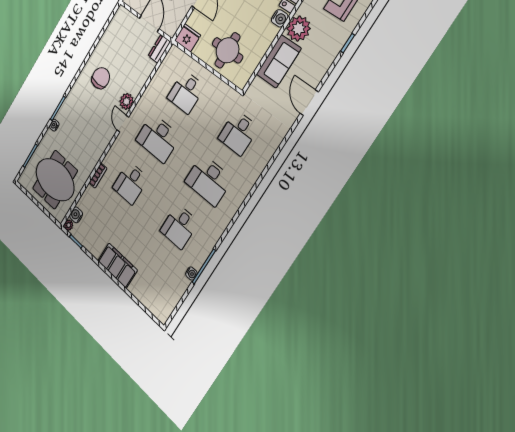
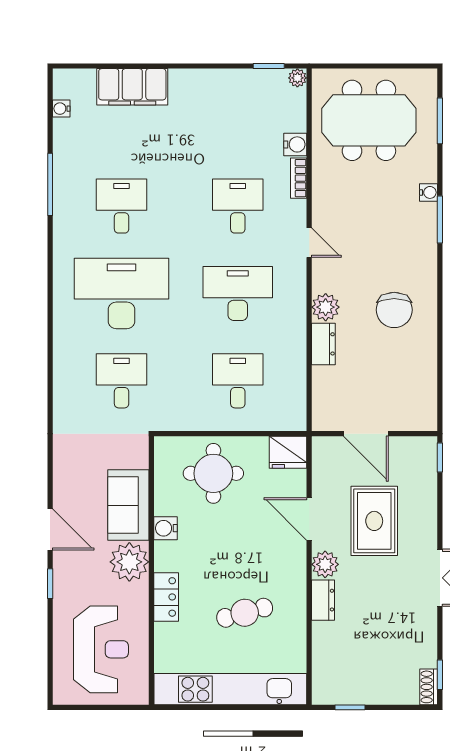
water cooler: (280, 18) -> (165, 528), moved
dresser: (159, 49) -> (323, 344), moved
door: (309, 103) -> (50, 530), moved
door: (123, 124) -> (309, 243), moved
desk: (208, 180) -> (122, 293), width x1.36, depth x1.30
water cooler: (76, 215) -> (295, 144), moved
filing cabinet: (117, 266) -> (132, 87), moved
water cooler: (191, 273) -> (61, 109), moved

